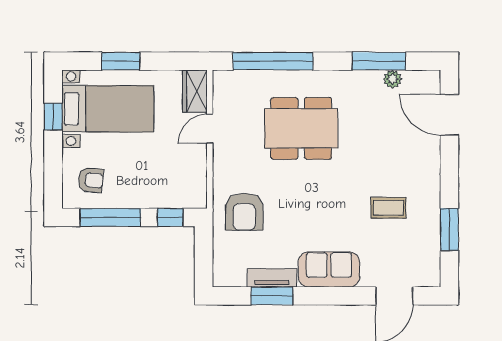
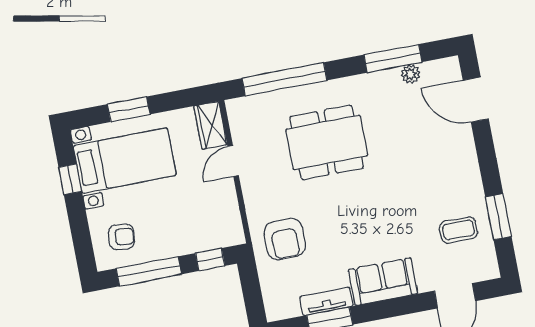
coffee table: (388, 208) -> (458, 230), moved

